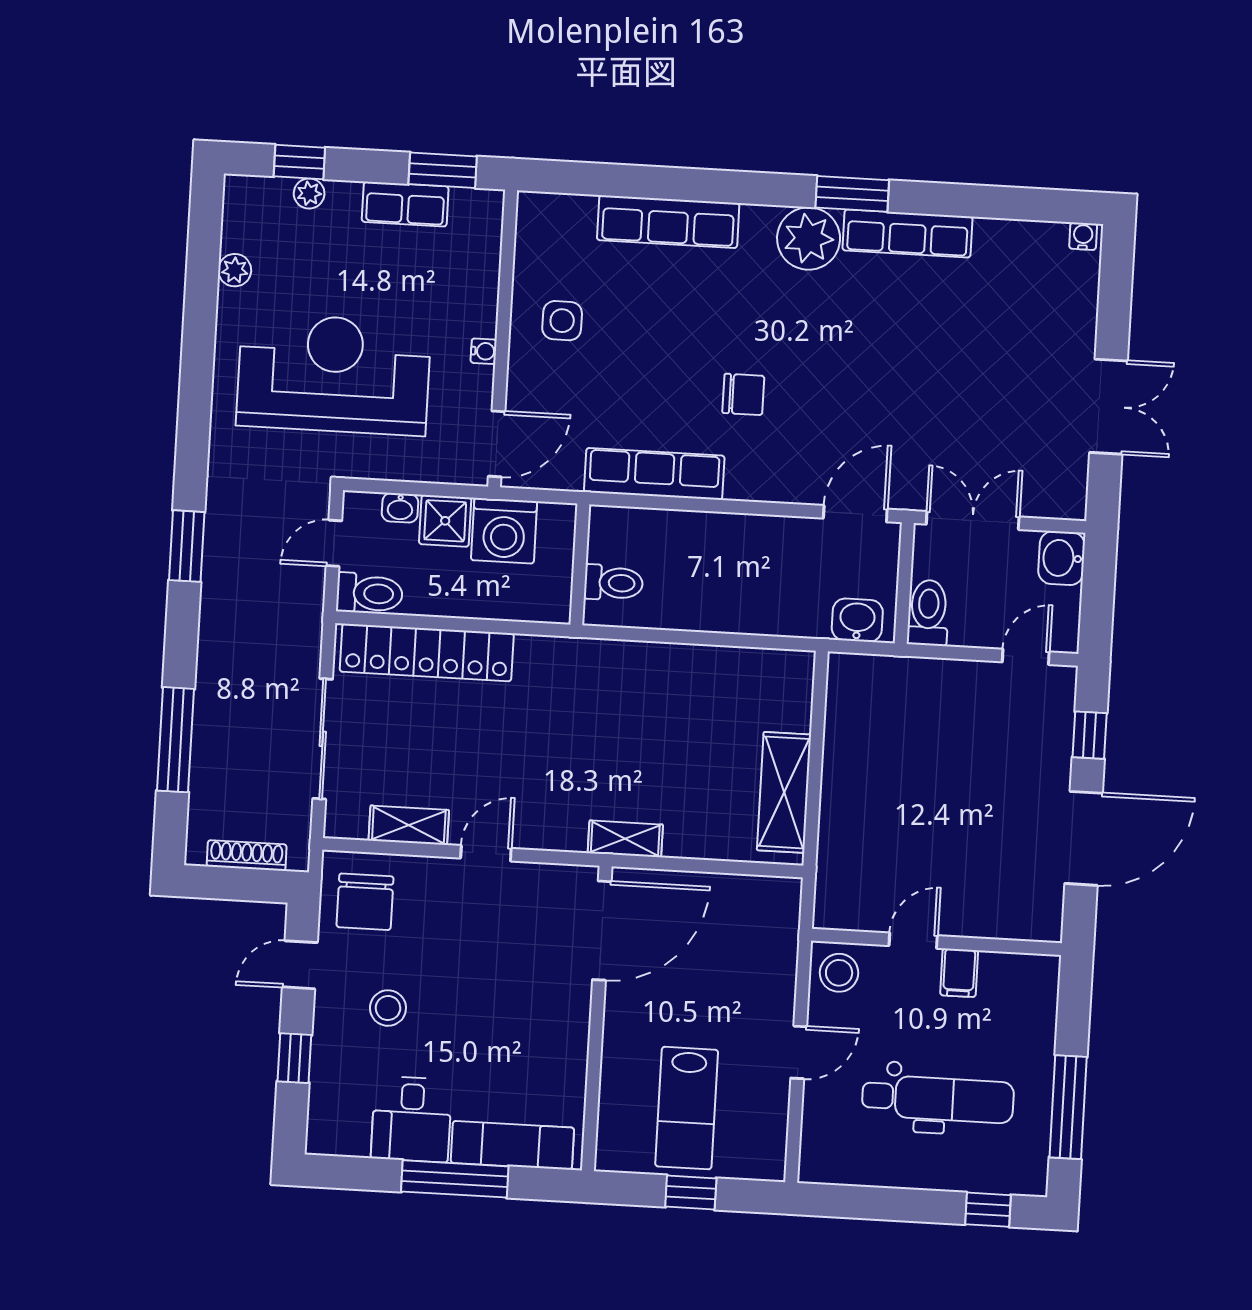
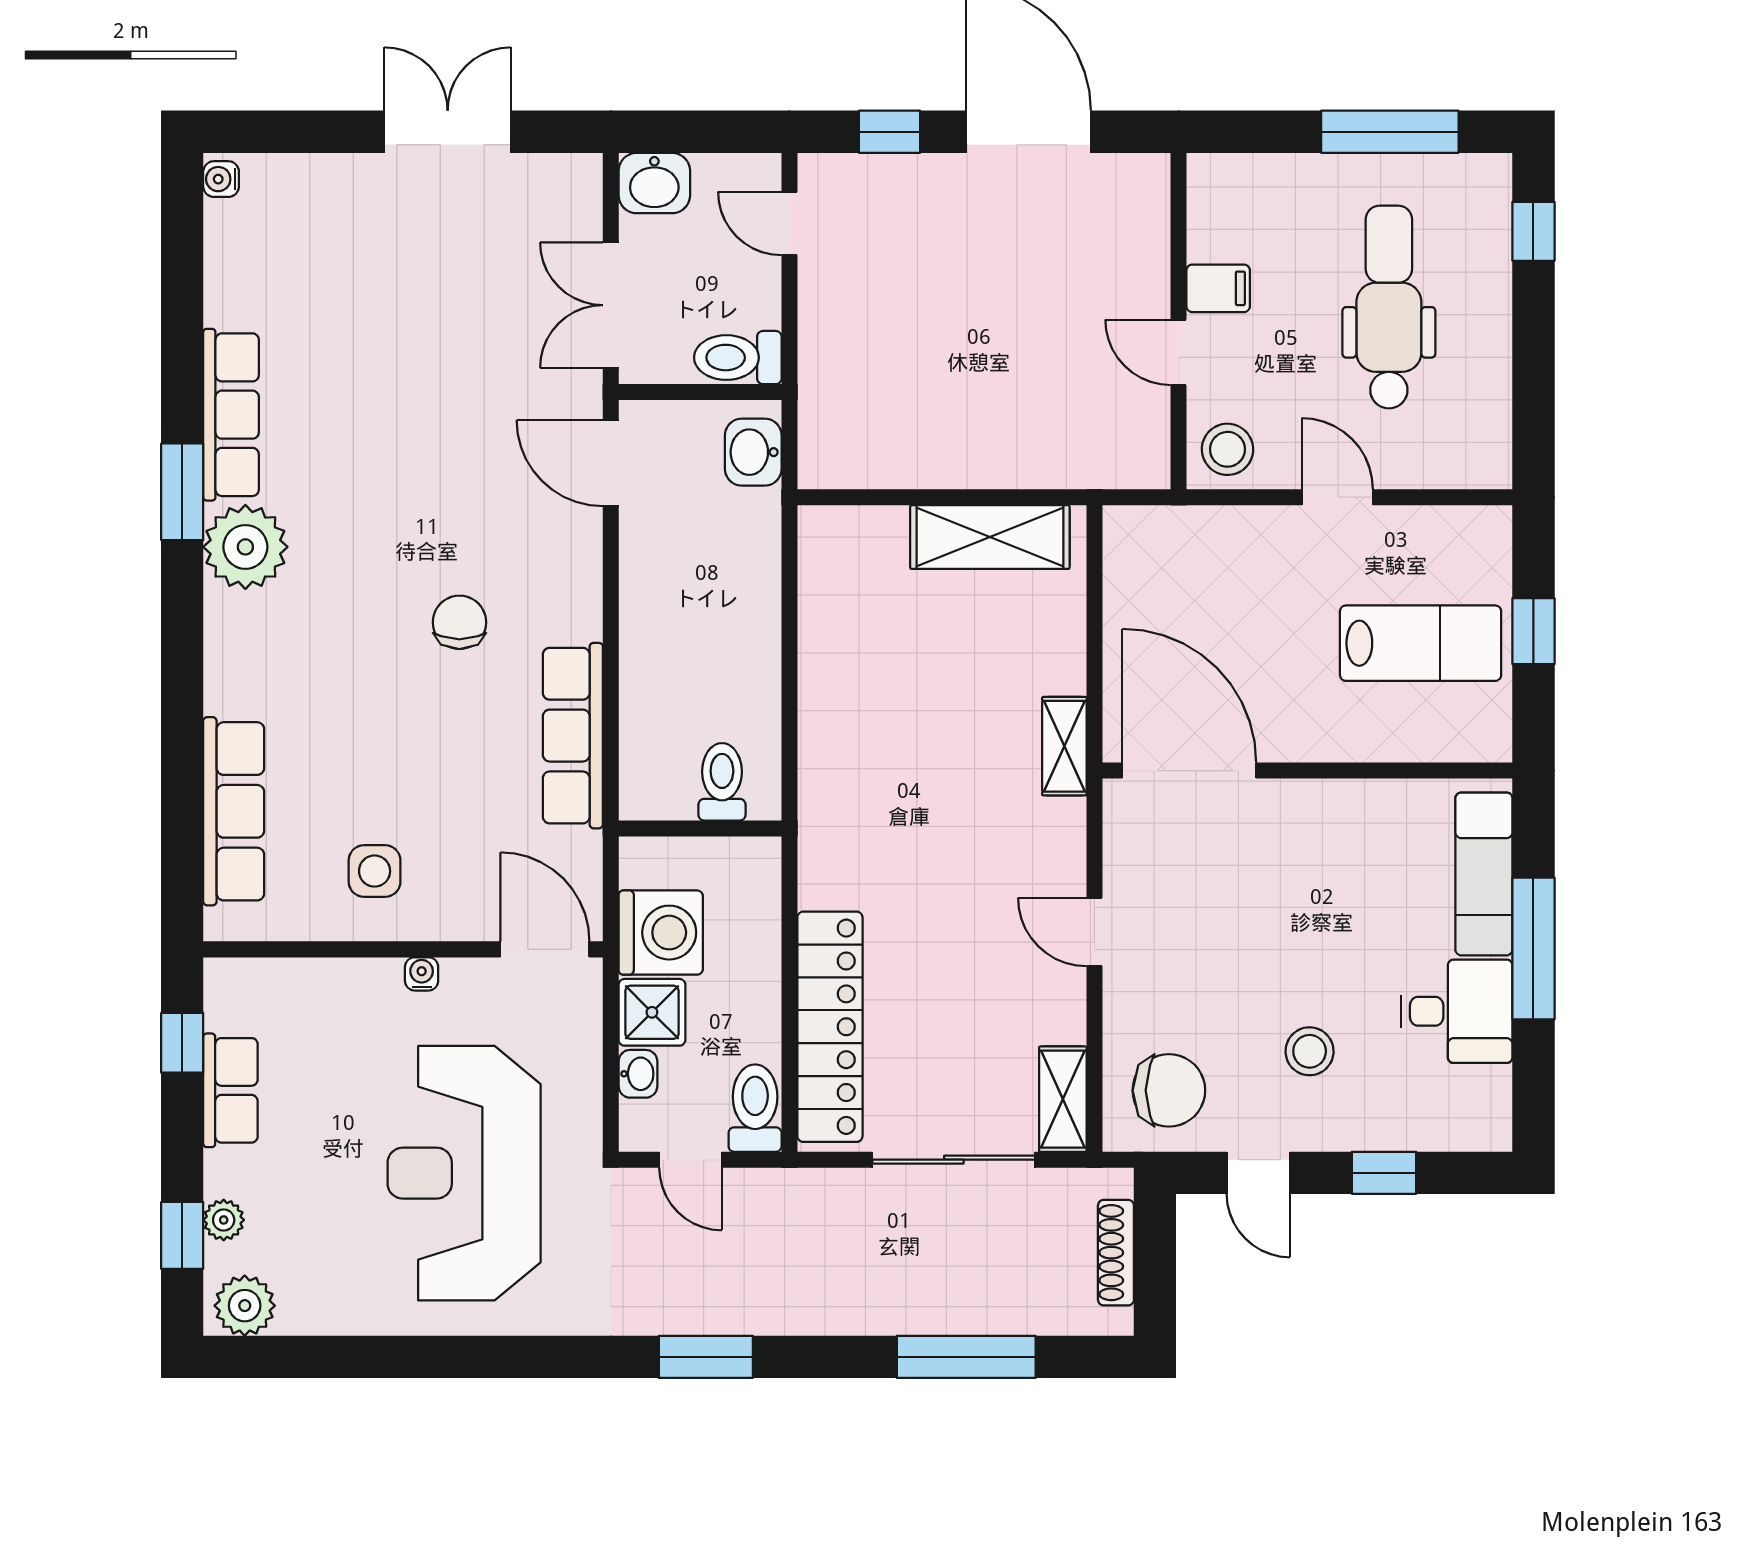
window: (443, 170) -> (182, 1043), width x0.67
row of seats: (668, 222) -> (234, 811), moved
plant: (235, 270) -> (245, 1306), moved, width x1.38, depth x1.38
shelving: (409, 825) -> (1063, 1099), moved

